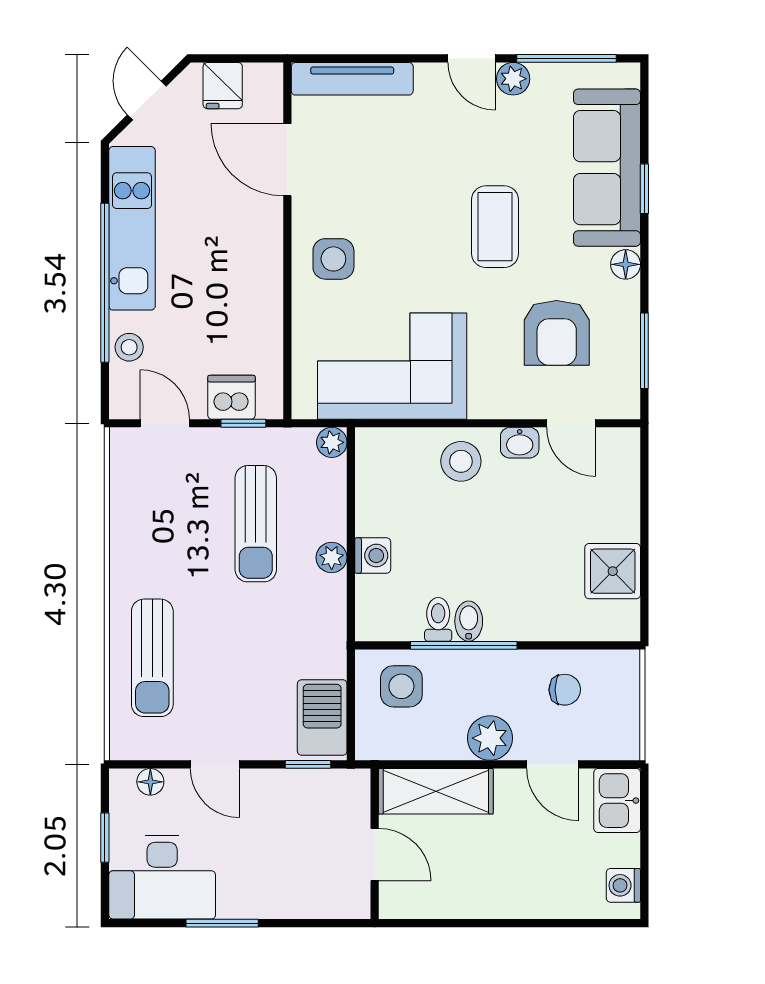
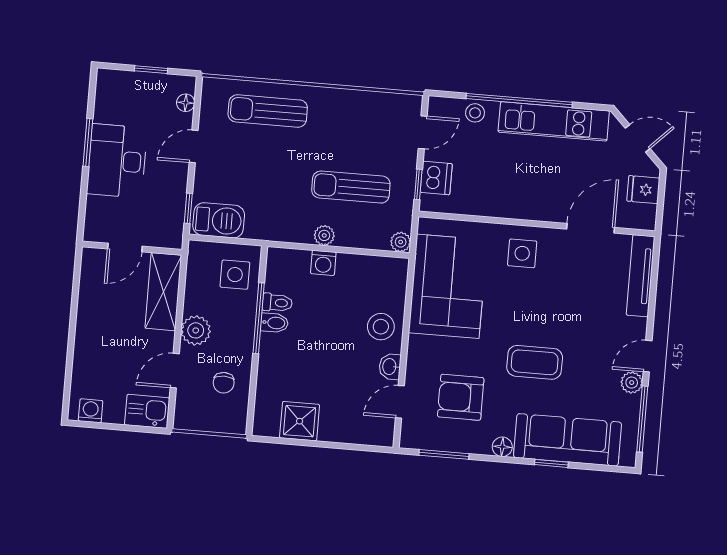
desk: (162, 877) -> (117, 161), moved

